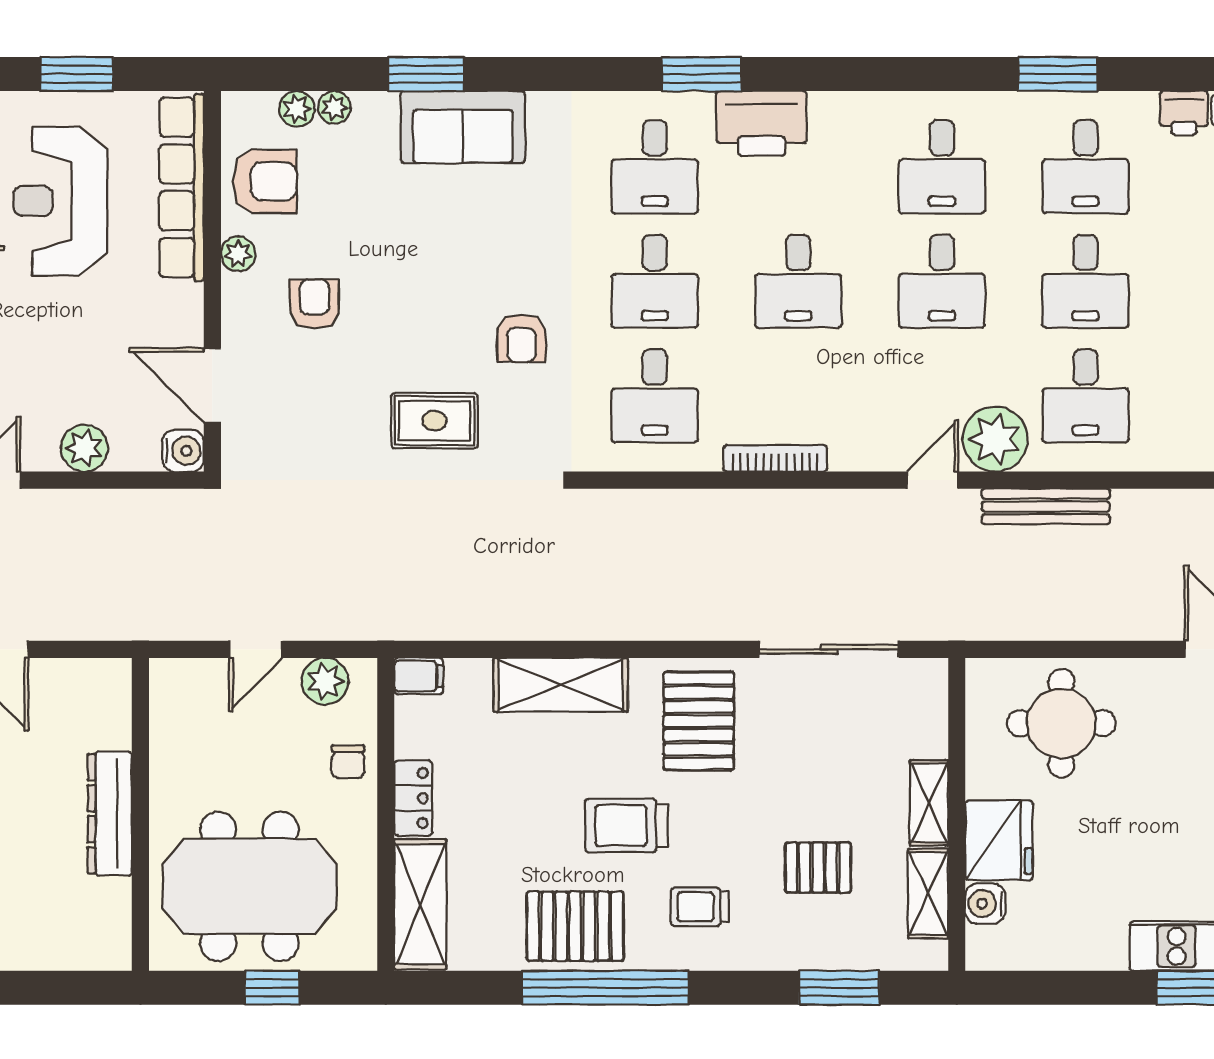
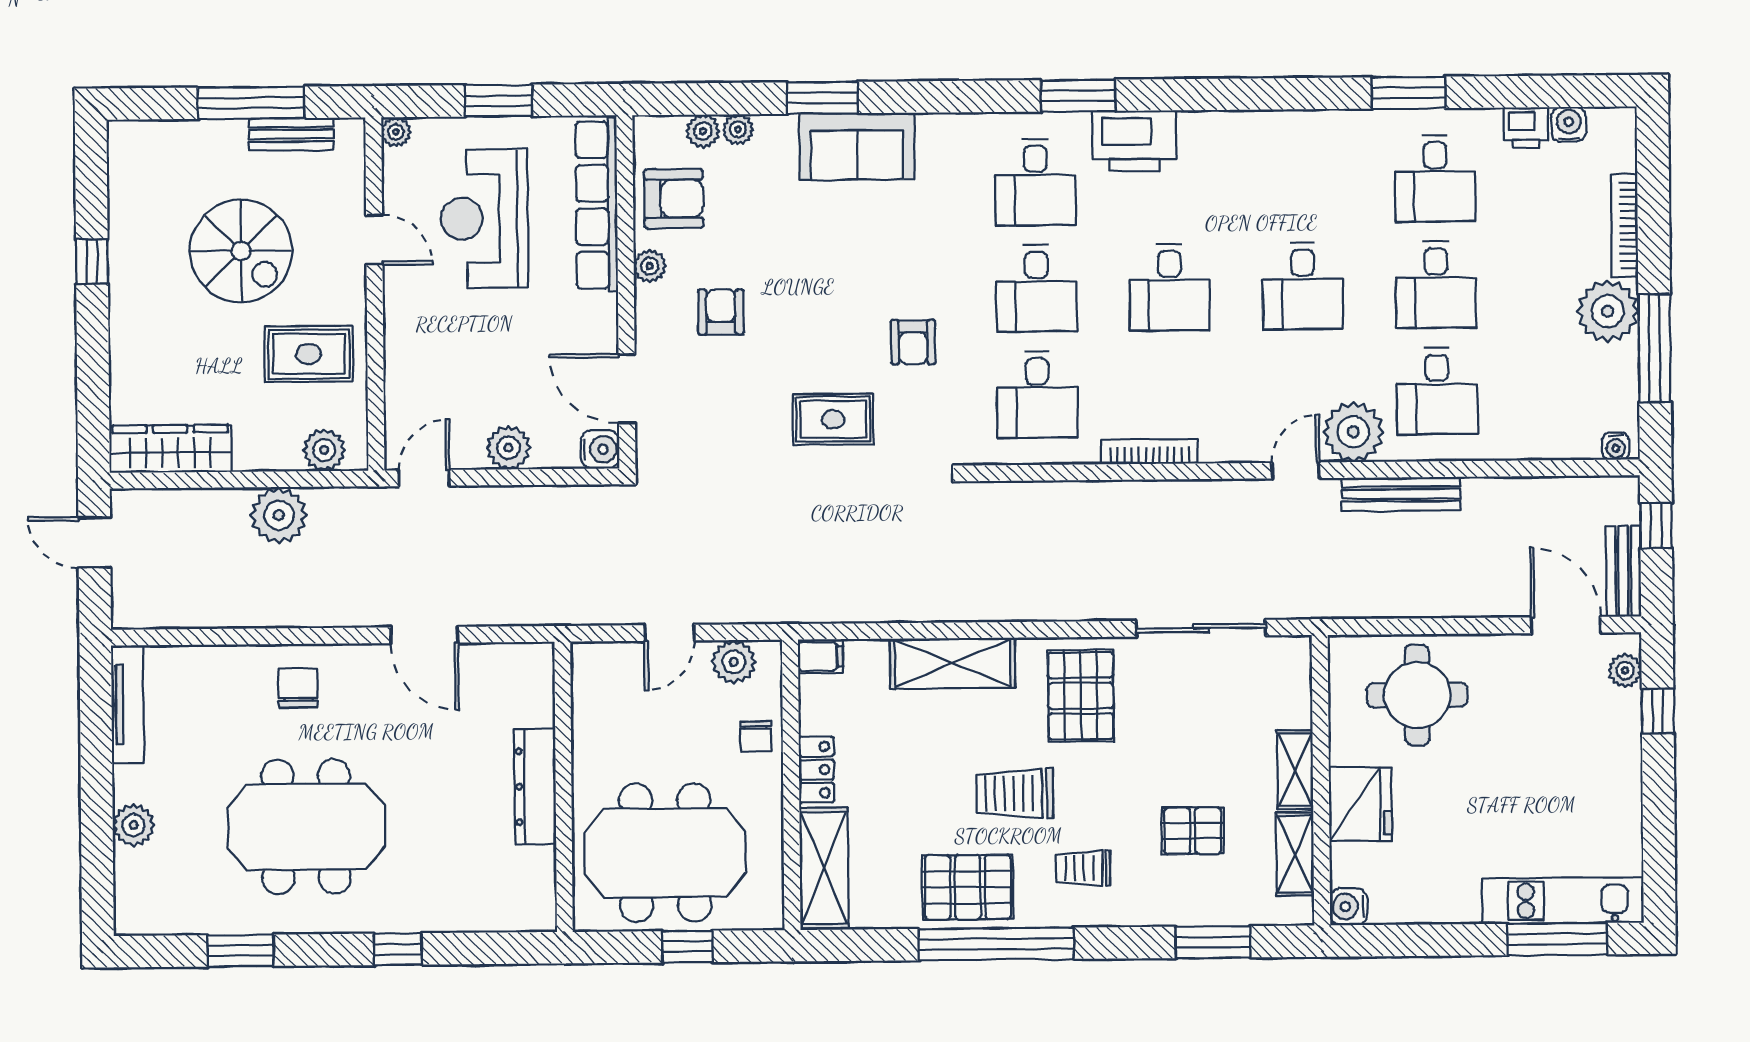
desk: (942, 167) -> (1302, 180), removed
water cooler: (985, 904) -> (1348, 907), moved

